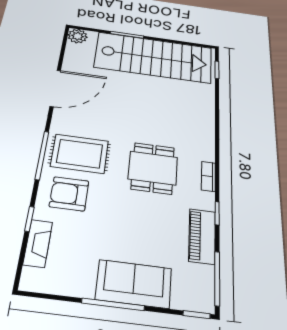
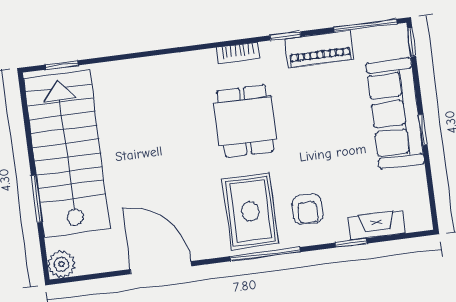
dining table: (153, 168) -> (245, 121), turned 90
armchair: (69, 194) -> (308, 209), width x0.72, depth x0.72
sofa: (134, 284) -> (395, 113), width x1.36
window: (113, 304) -> (423, 130), width x0.46

